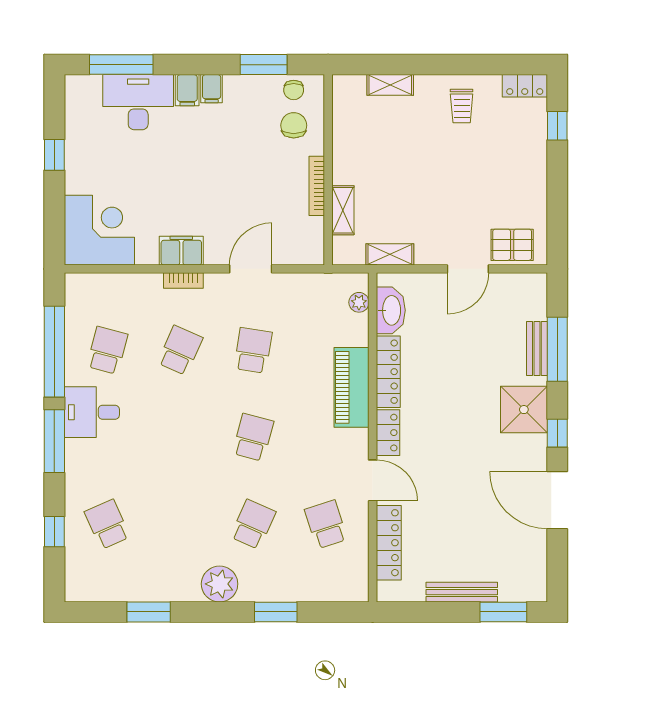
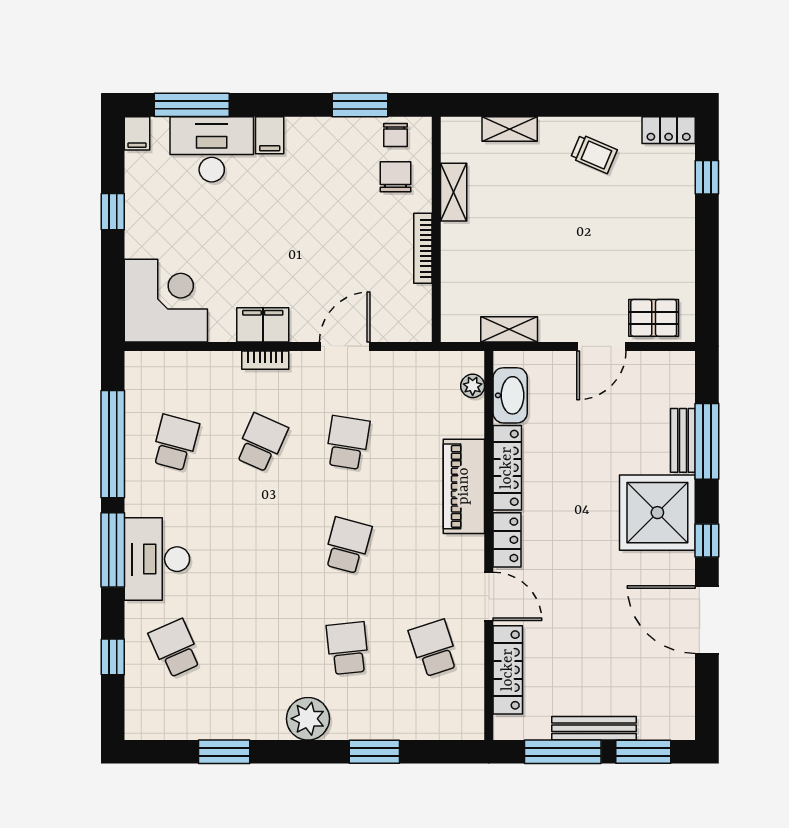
filing cabinet: (212, 89) -> (137, 133), moved
trolley: (462, 106) -> (594, 154), turned -67
shelving: (343, 210) -> (454, 192), moved
shower: (524, 410) -> (657, 513), width x1.37, depth x1.37
desk: (92, 412) -> (157, 559), moved, width x1.37
school desk: (253, 524) -> (348, 648), turned -30
window: (435, 612) -> (563, 752), added

